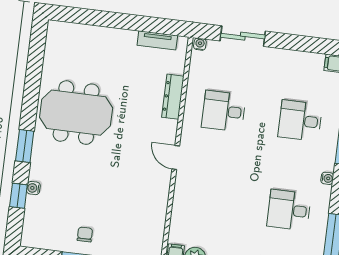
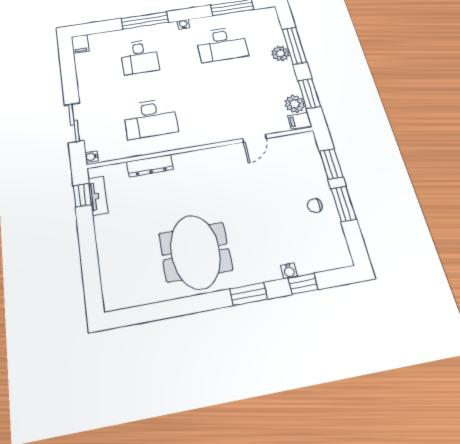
window: (162, 26) -> (82, 195), added
desk: (224, 111) -> (150, 119), width x1.37
door: (176, 158) -> (254, 138), moved
desk: (289, 210) -> (222, 44), width x1.37

